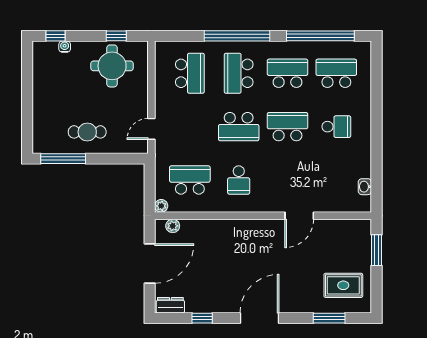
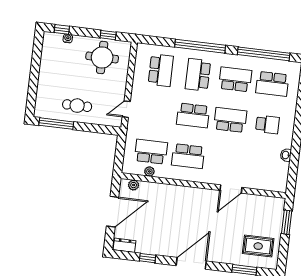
school desk: (336, 73) -> (272, 84), turned 180
school desk: (239, 180) -> (188, 156), width x1.85
washbasin: (365, 187) -> (286, 155), moved
plant: (161, 206) -> (149, 171), moved

